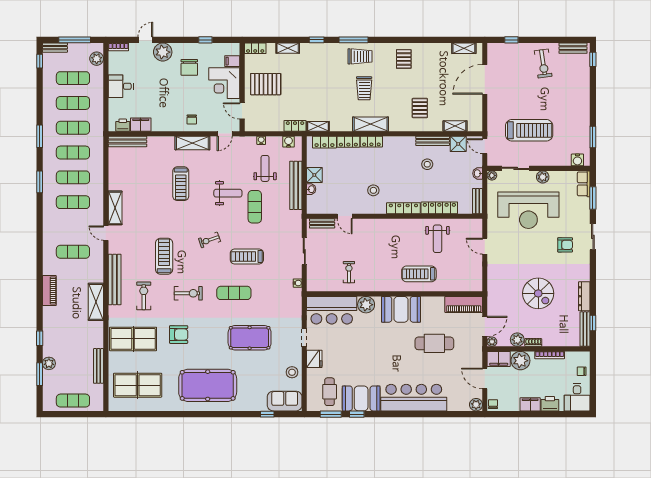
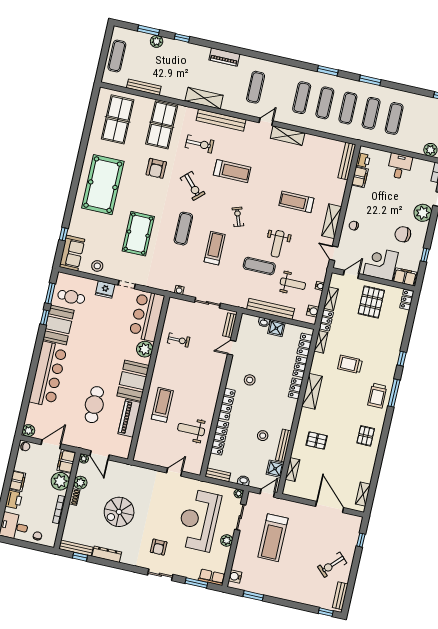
shelving: (288, 48) -> (331, 299), moved
pallet: (404, 59) -> (366, 436), turned 90
filing cabinet: (232, 61) -> (405, 277), width x2.00
exercise bike: (543, 64) -> (332, 565), turned -38
exercise mat: (73, 78) -> (417, 124), removed
trolley: (364, 88) -> (350, 364), moved
exercise bike: (188, 293) -> (193, 186), turned -43
piano: (464, 304) -> (129, 418), moved

